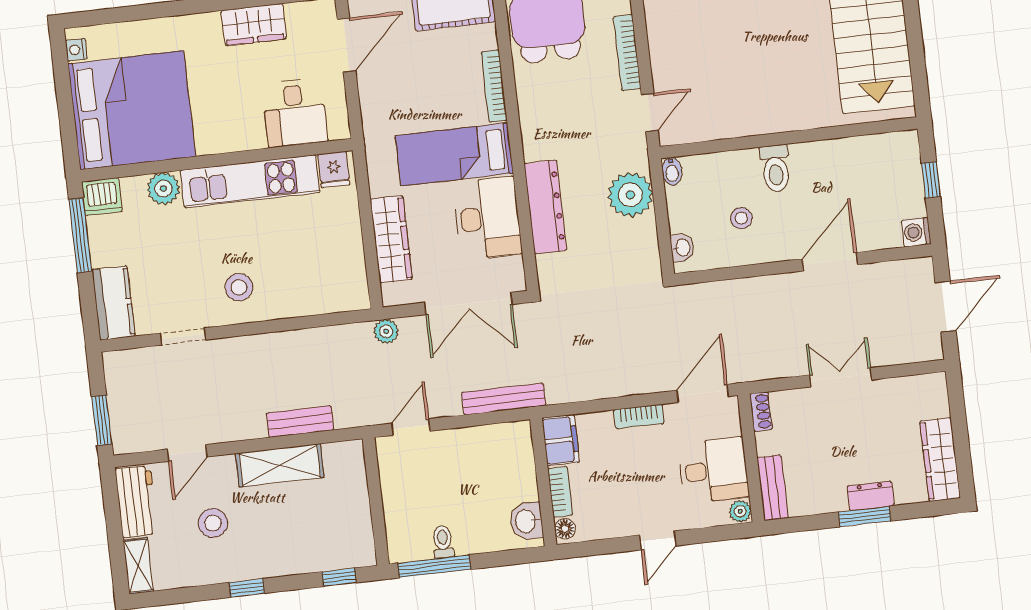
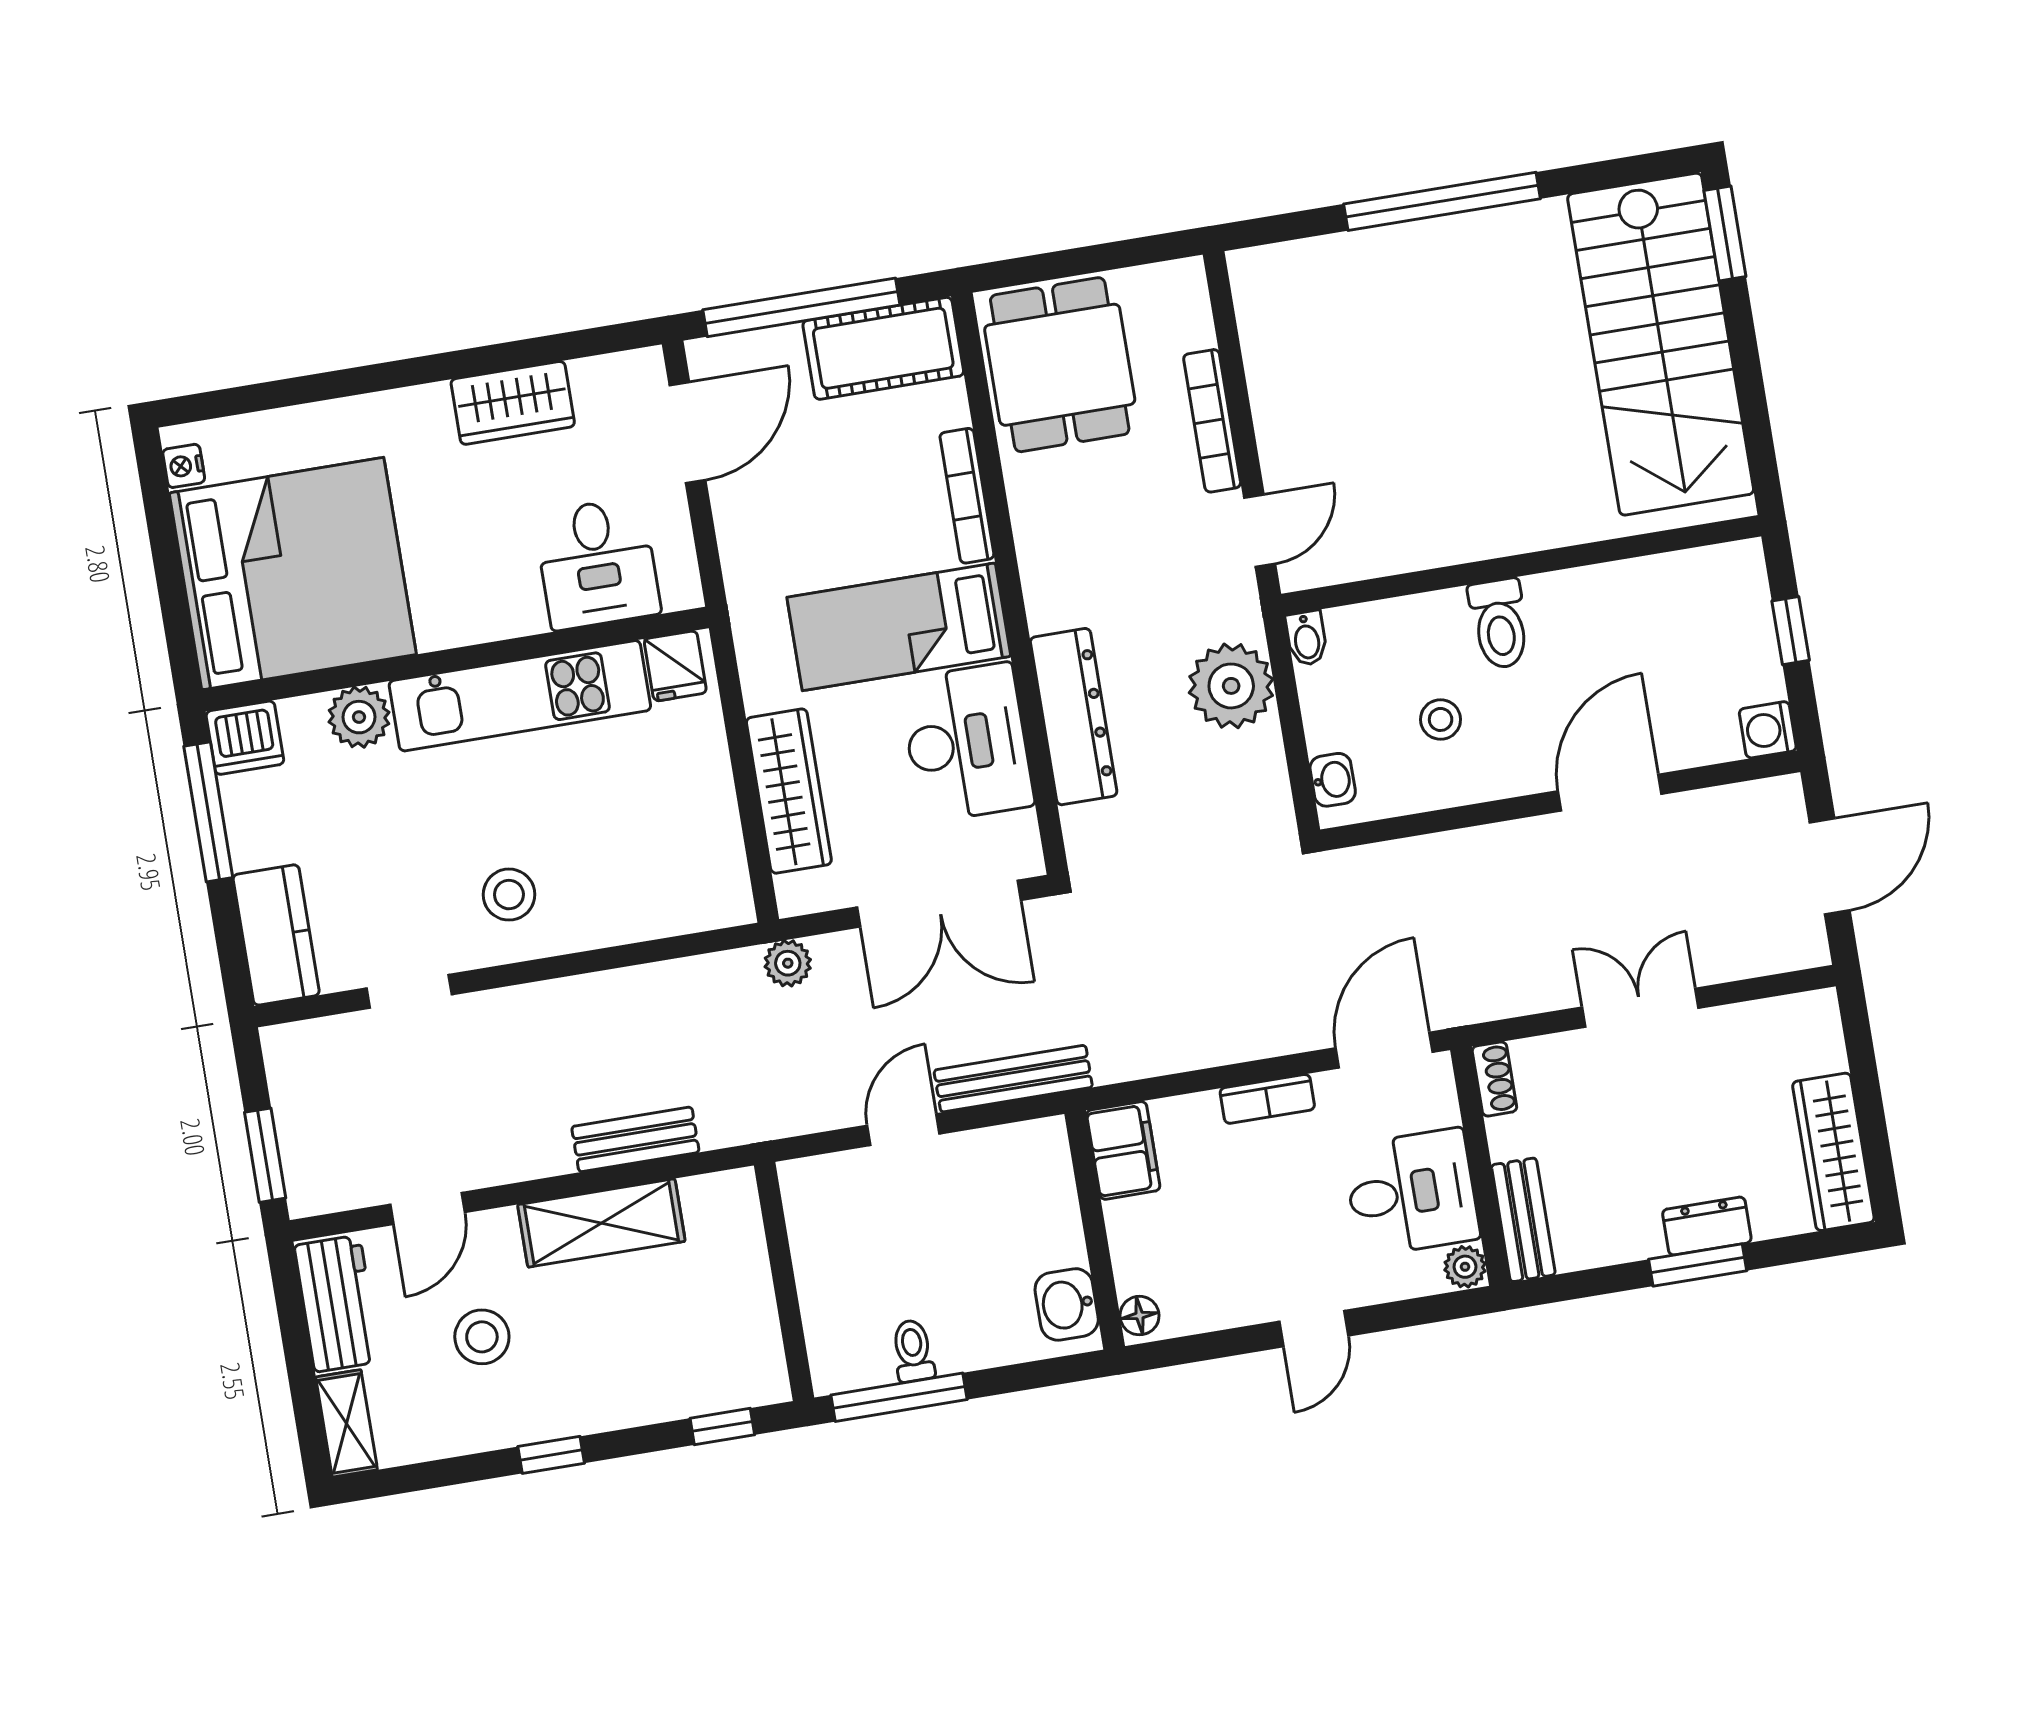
door: (411, 427) -> (903, 1130), moved
bookcase: (560, 492) -> (1127, 1247), removed

